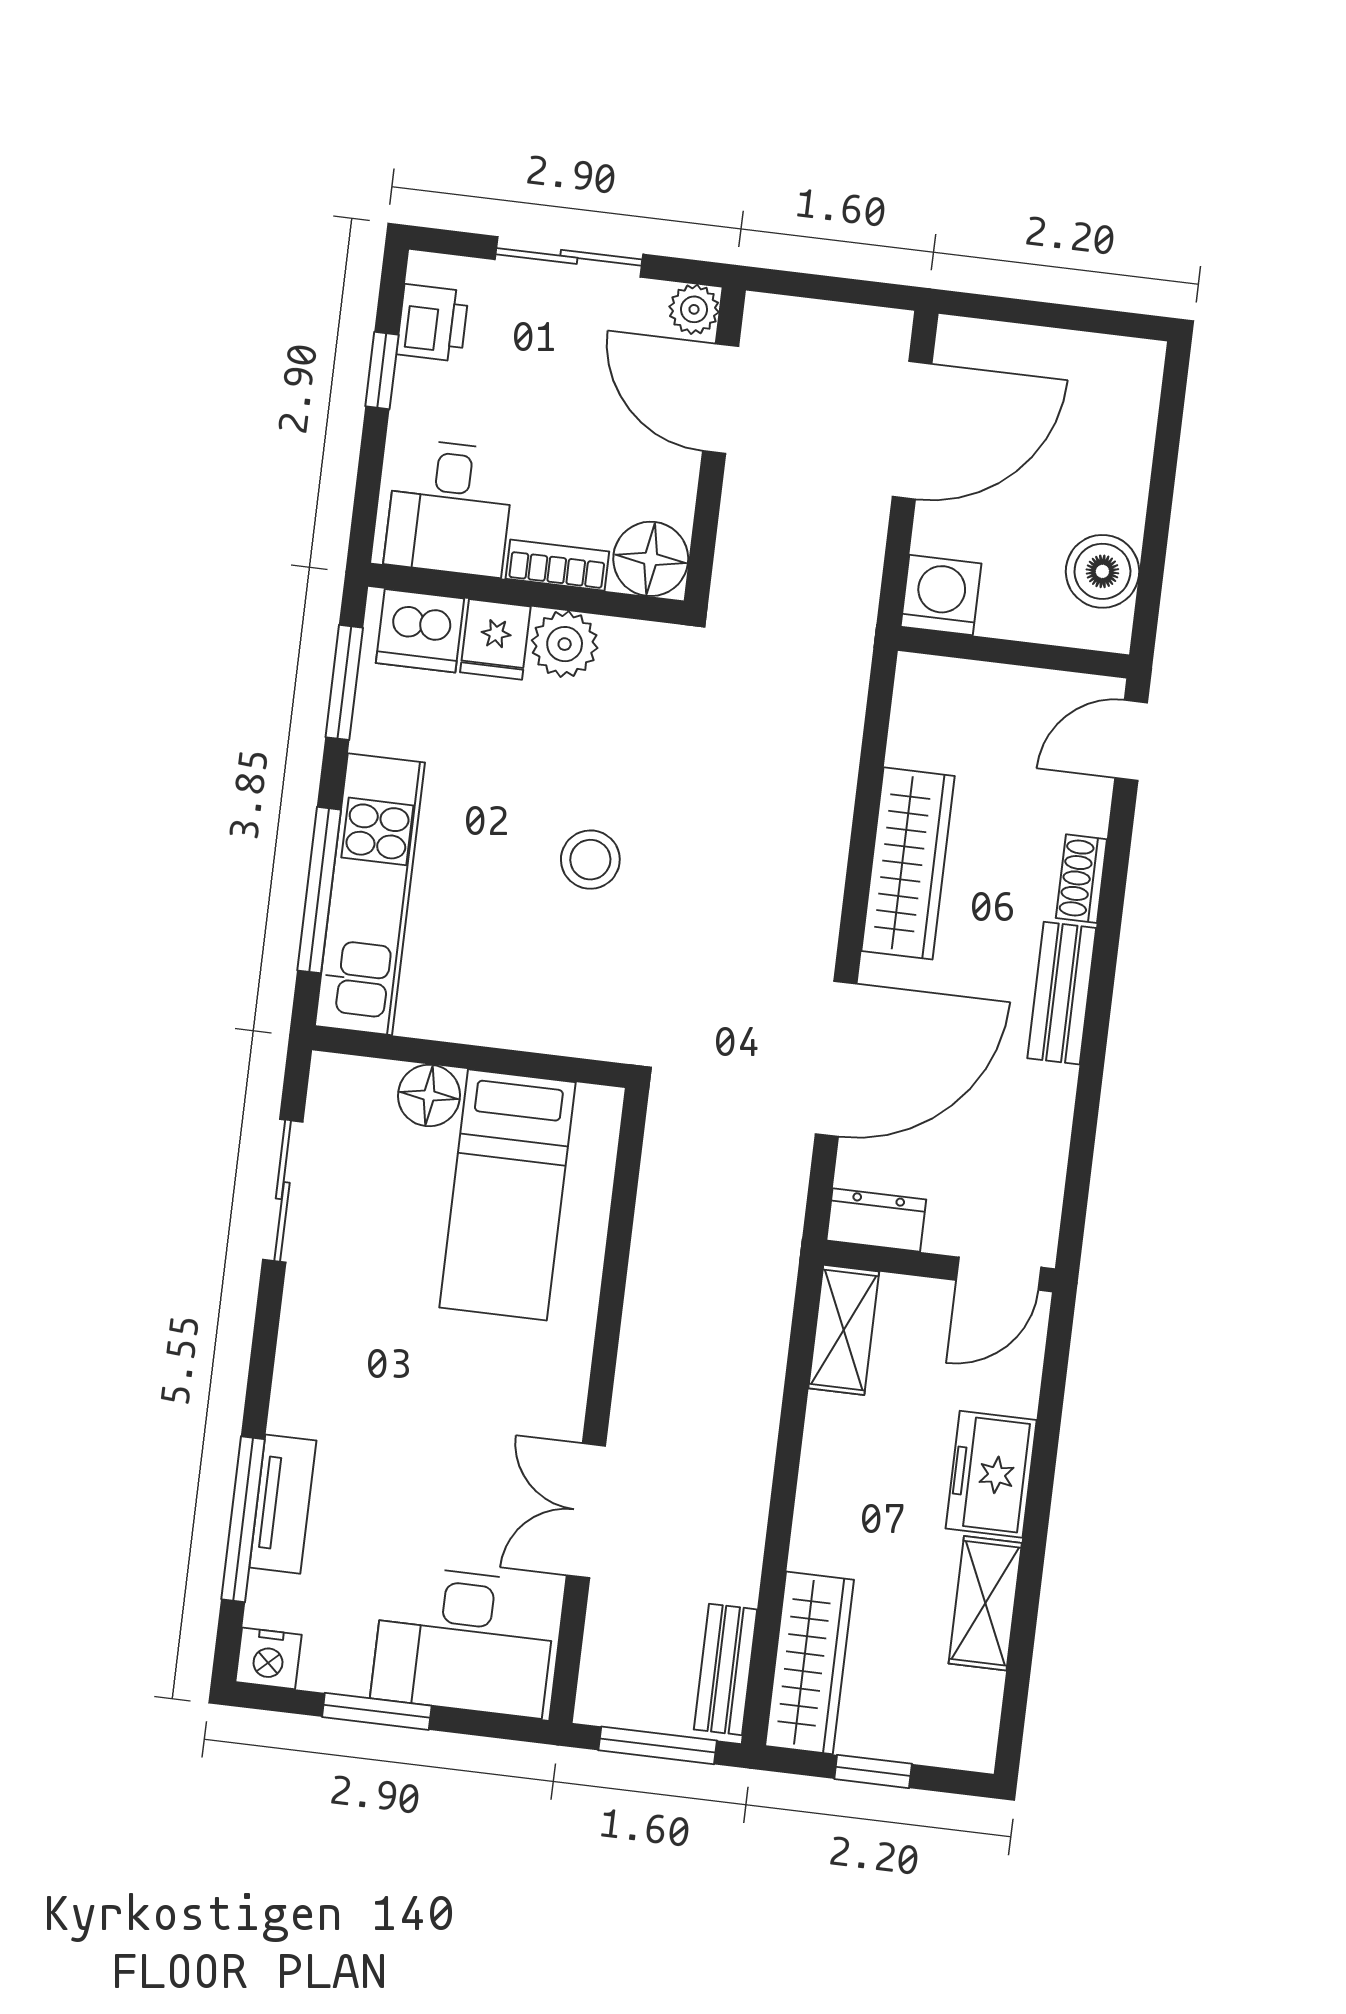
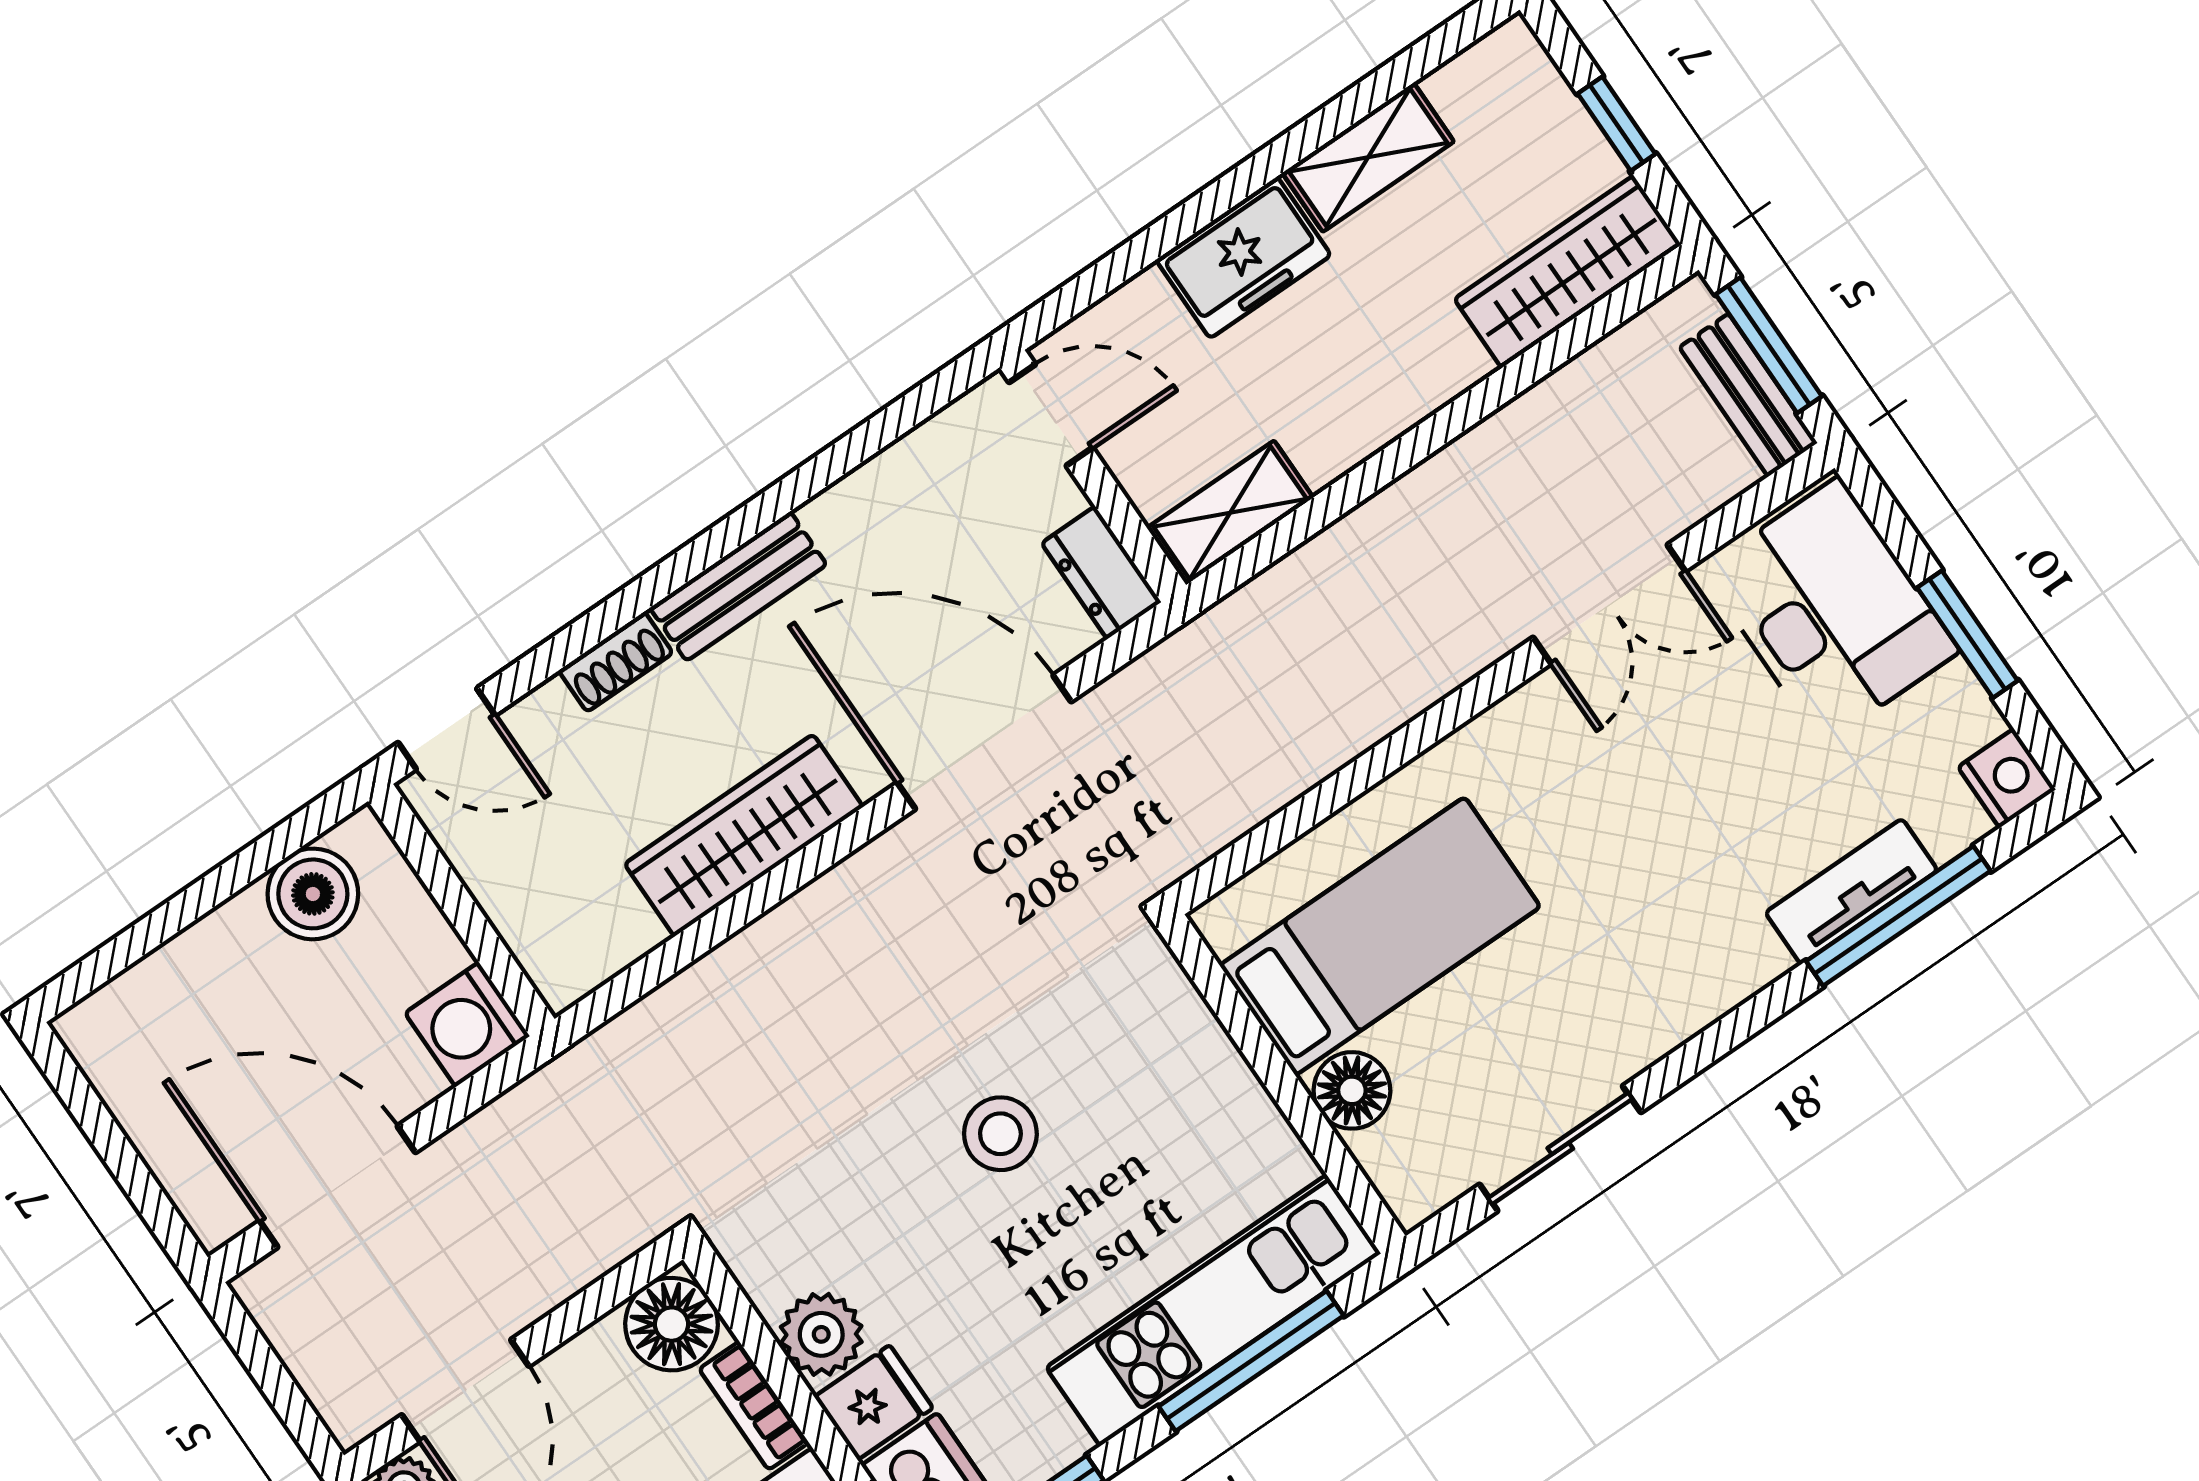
bench: (726, 1669) -> (1748, 395), moved, turned 90

